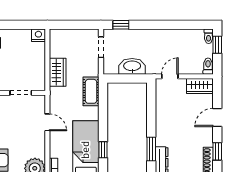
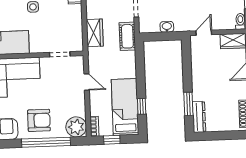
washbasin: (132, 66) -> (167, 27), width x0.52, depth x0.69
cot: (91, 91) -> (127, 36), moved

